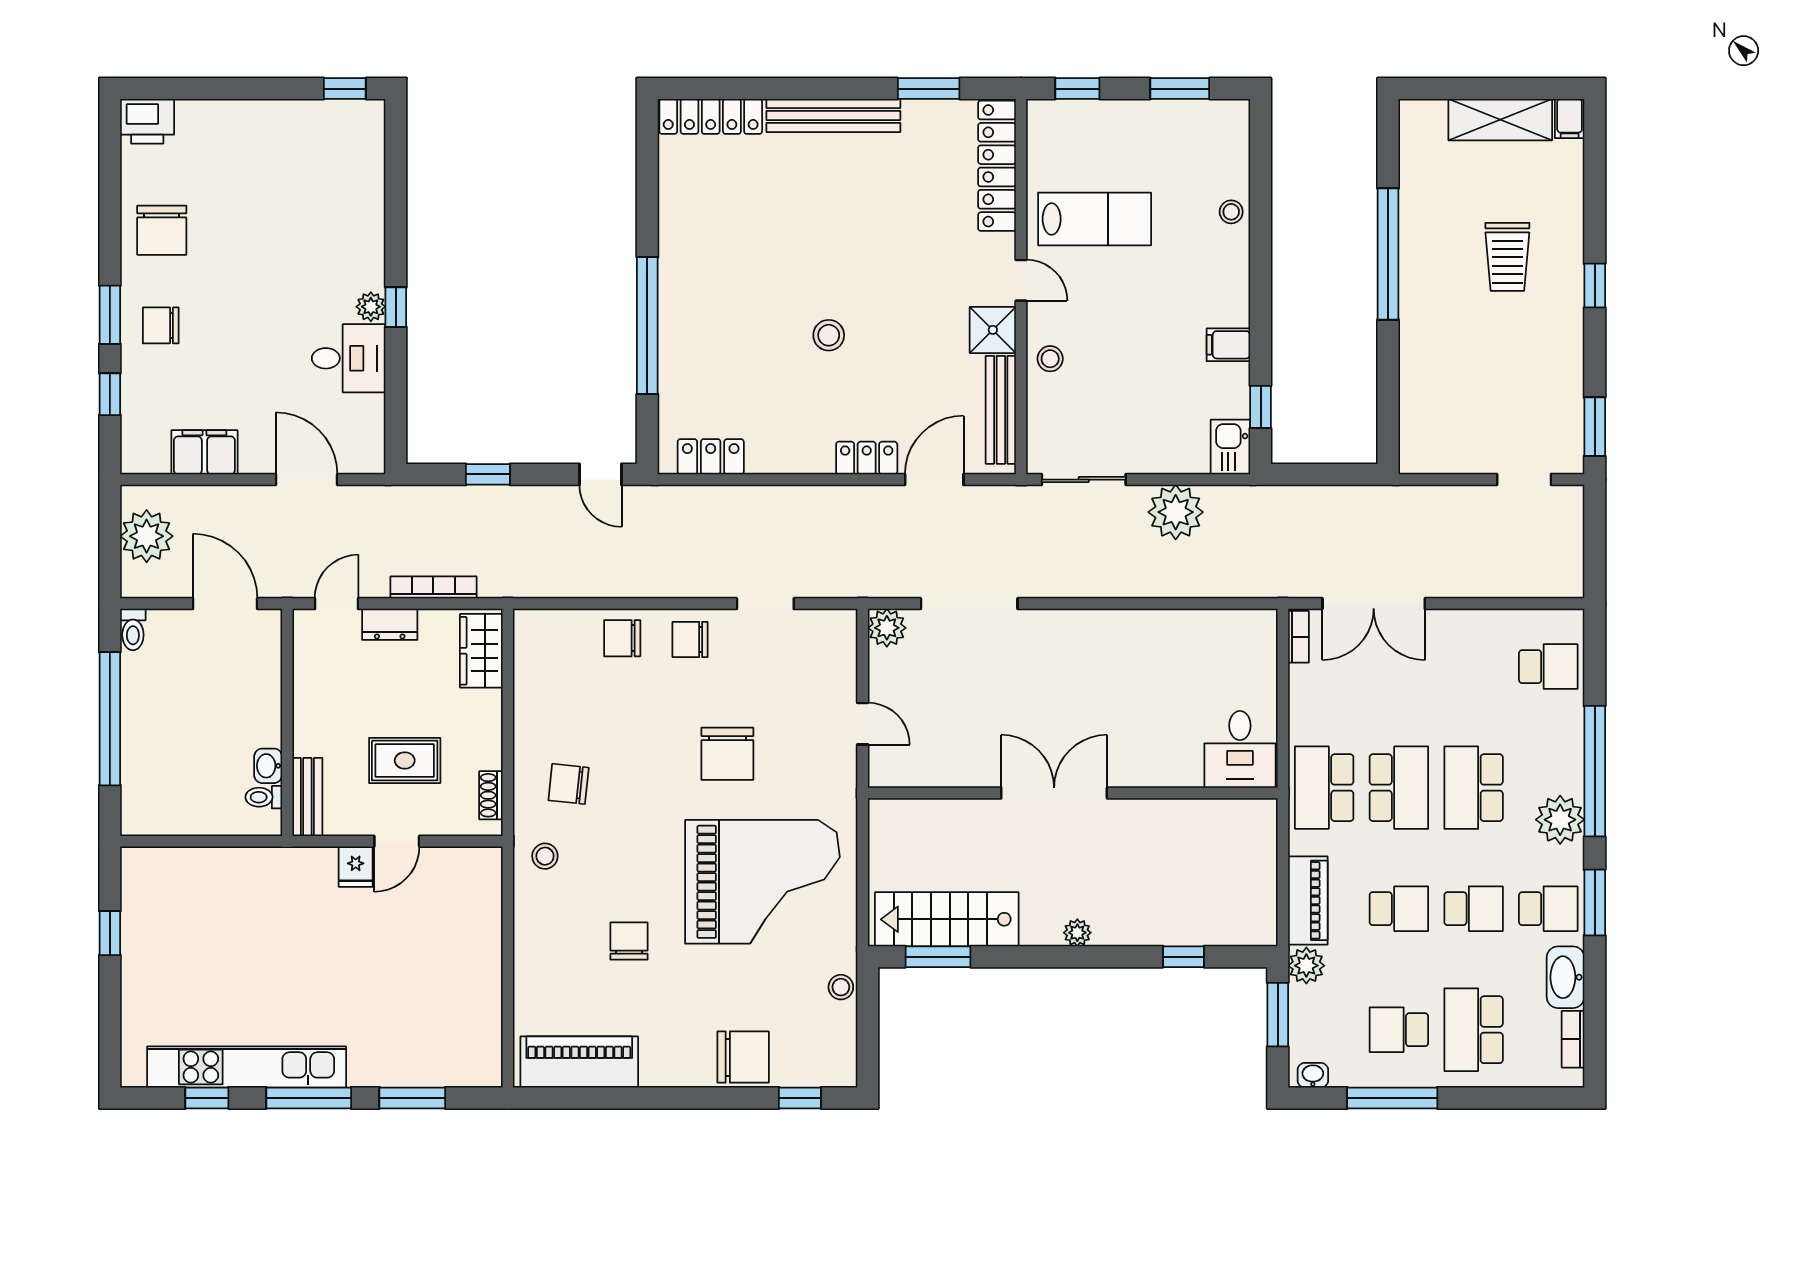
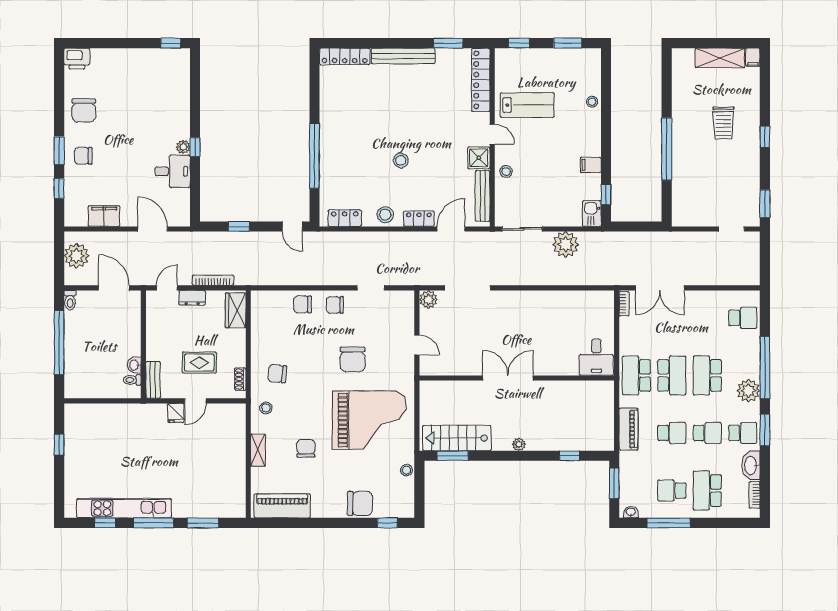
window: (1388, 254) -> (667, 149), moved
stool: (796, 450) -> (385, 215), added
shelving: (528, 945) -> (258, 450), added
plant: (1306, 966) -> (628, 460), removed

